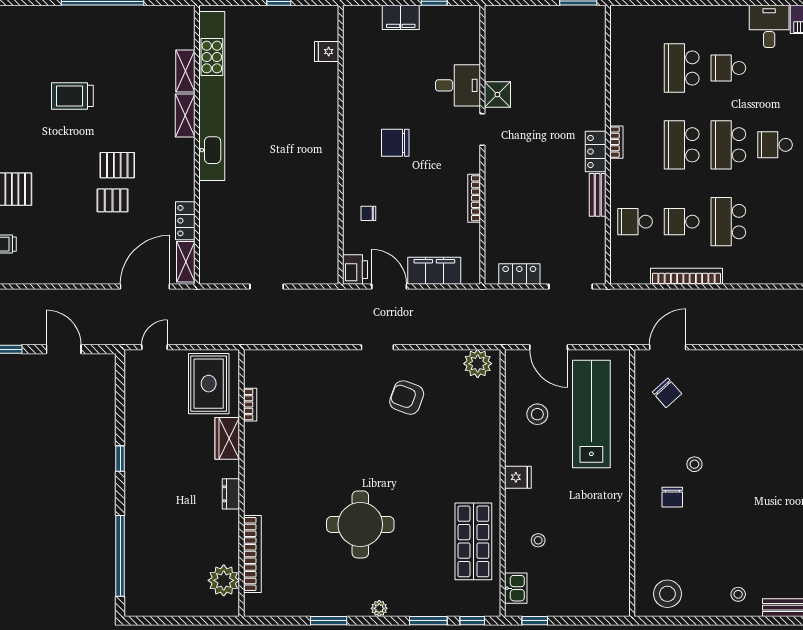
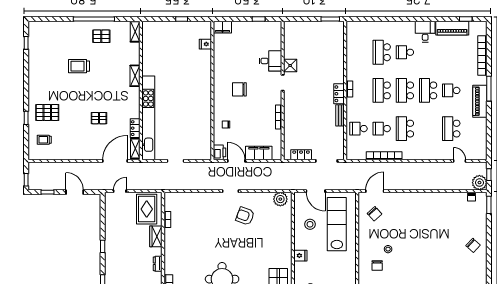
filing cabinet: (401, 17) -> (222, 27), moved
shelving: (185, 71) -> (135, 32), moved
kitchen unit: (212, 96) -> (148, 118), moved
school desk: (775, 145) -> (428, 90), width x1.85
pallet: (117, 165) -> (101, 36), moved

